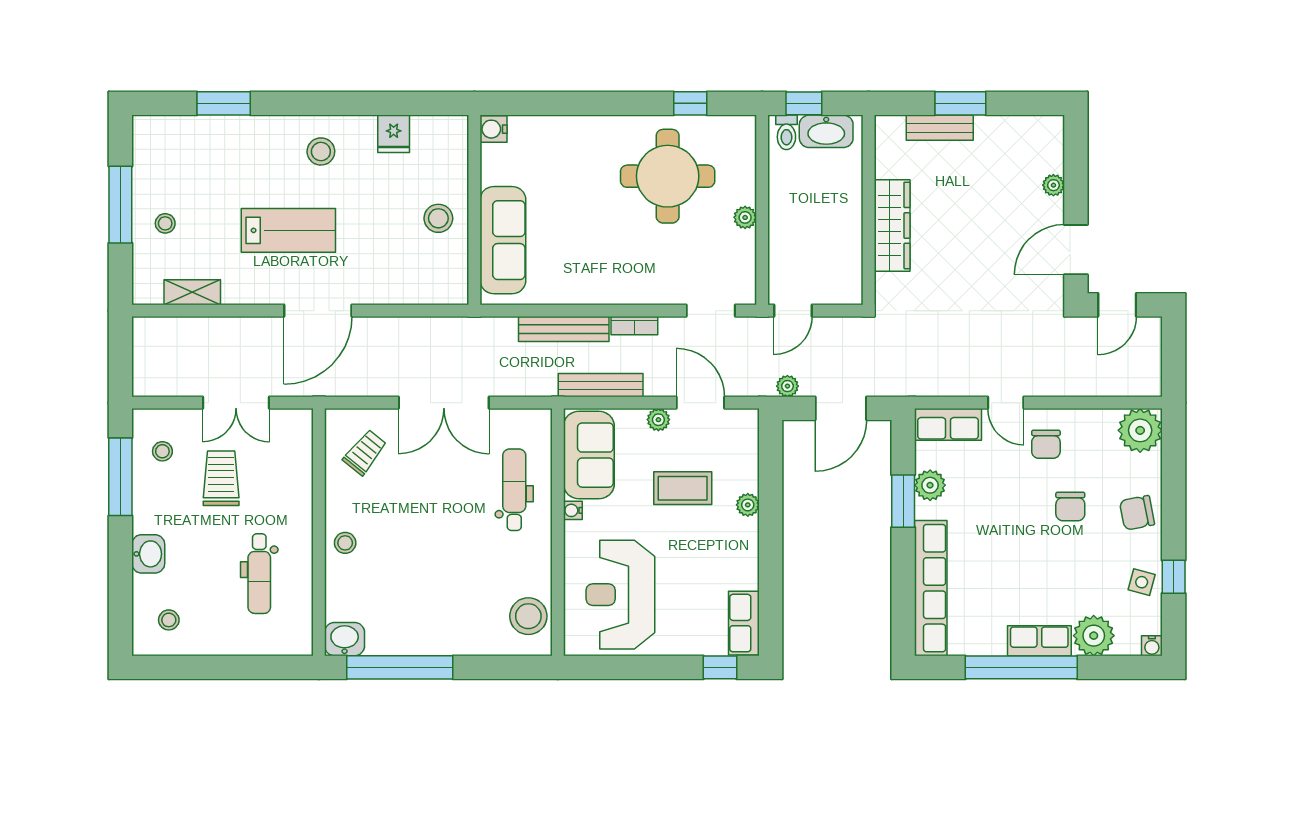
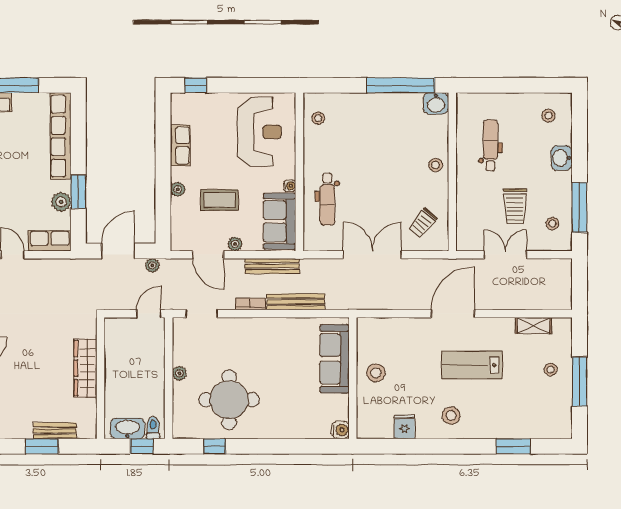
stool: (528, 616) -> (318, 118), width x0.53, depth x0.53
row of seats: (744, 623) -> (180, 145), moved

